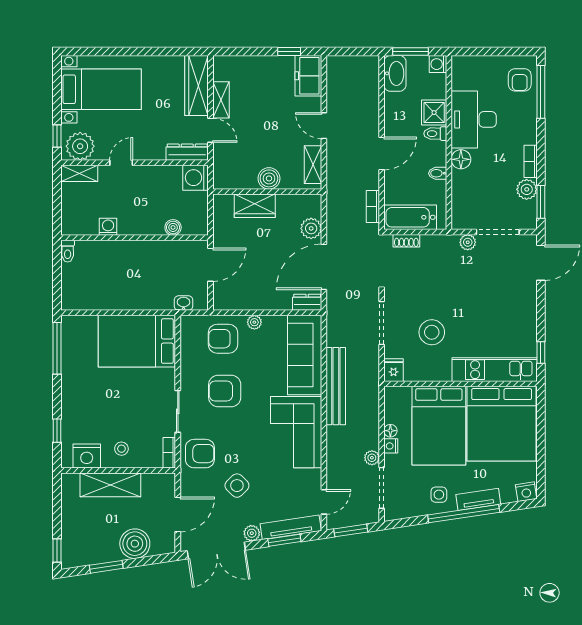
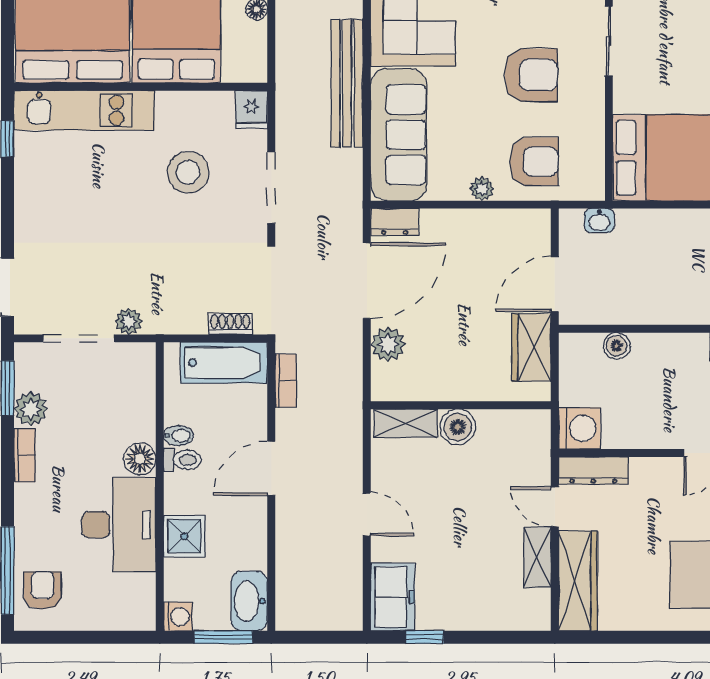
toilet: (435, 134) -> (182, 460), moved
shelving: (313, 165) -> (406, 423), moved, turned 90
wardrobe: (255, 206) -> (531, 347), moved, turned -90

